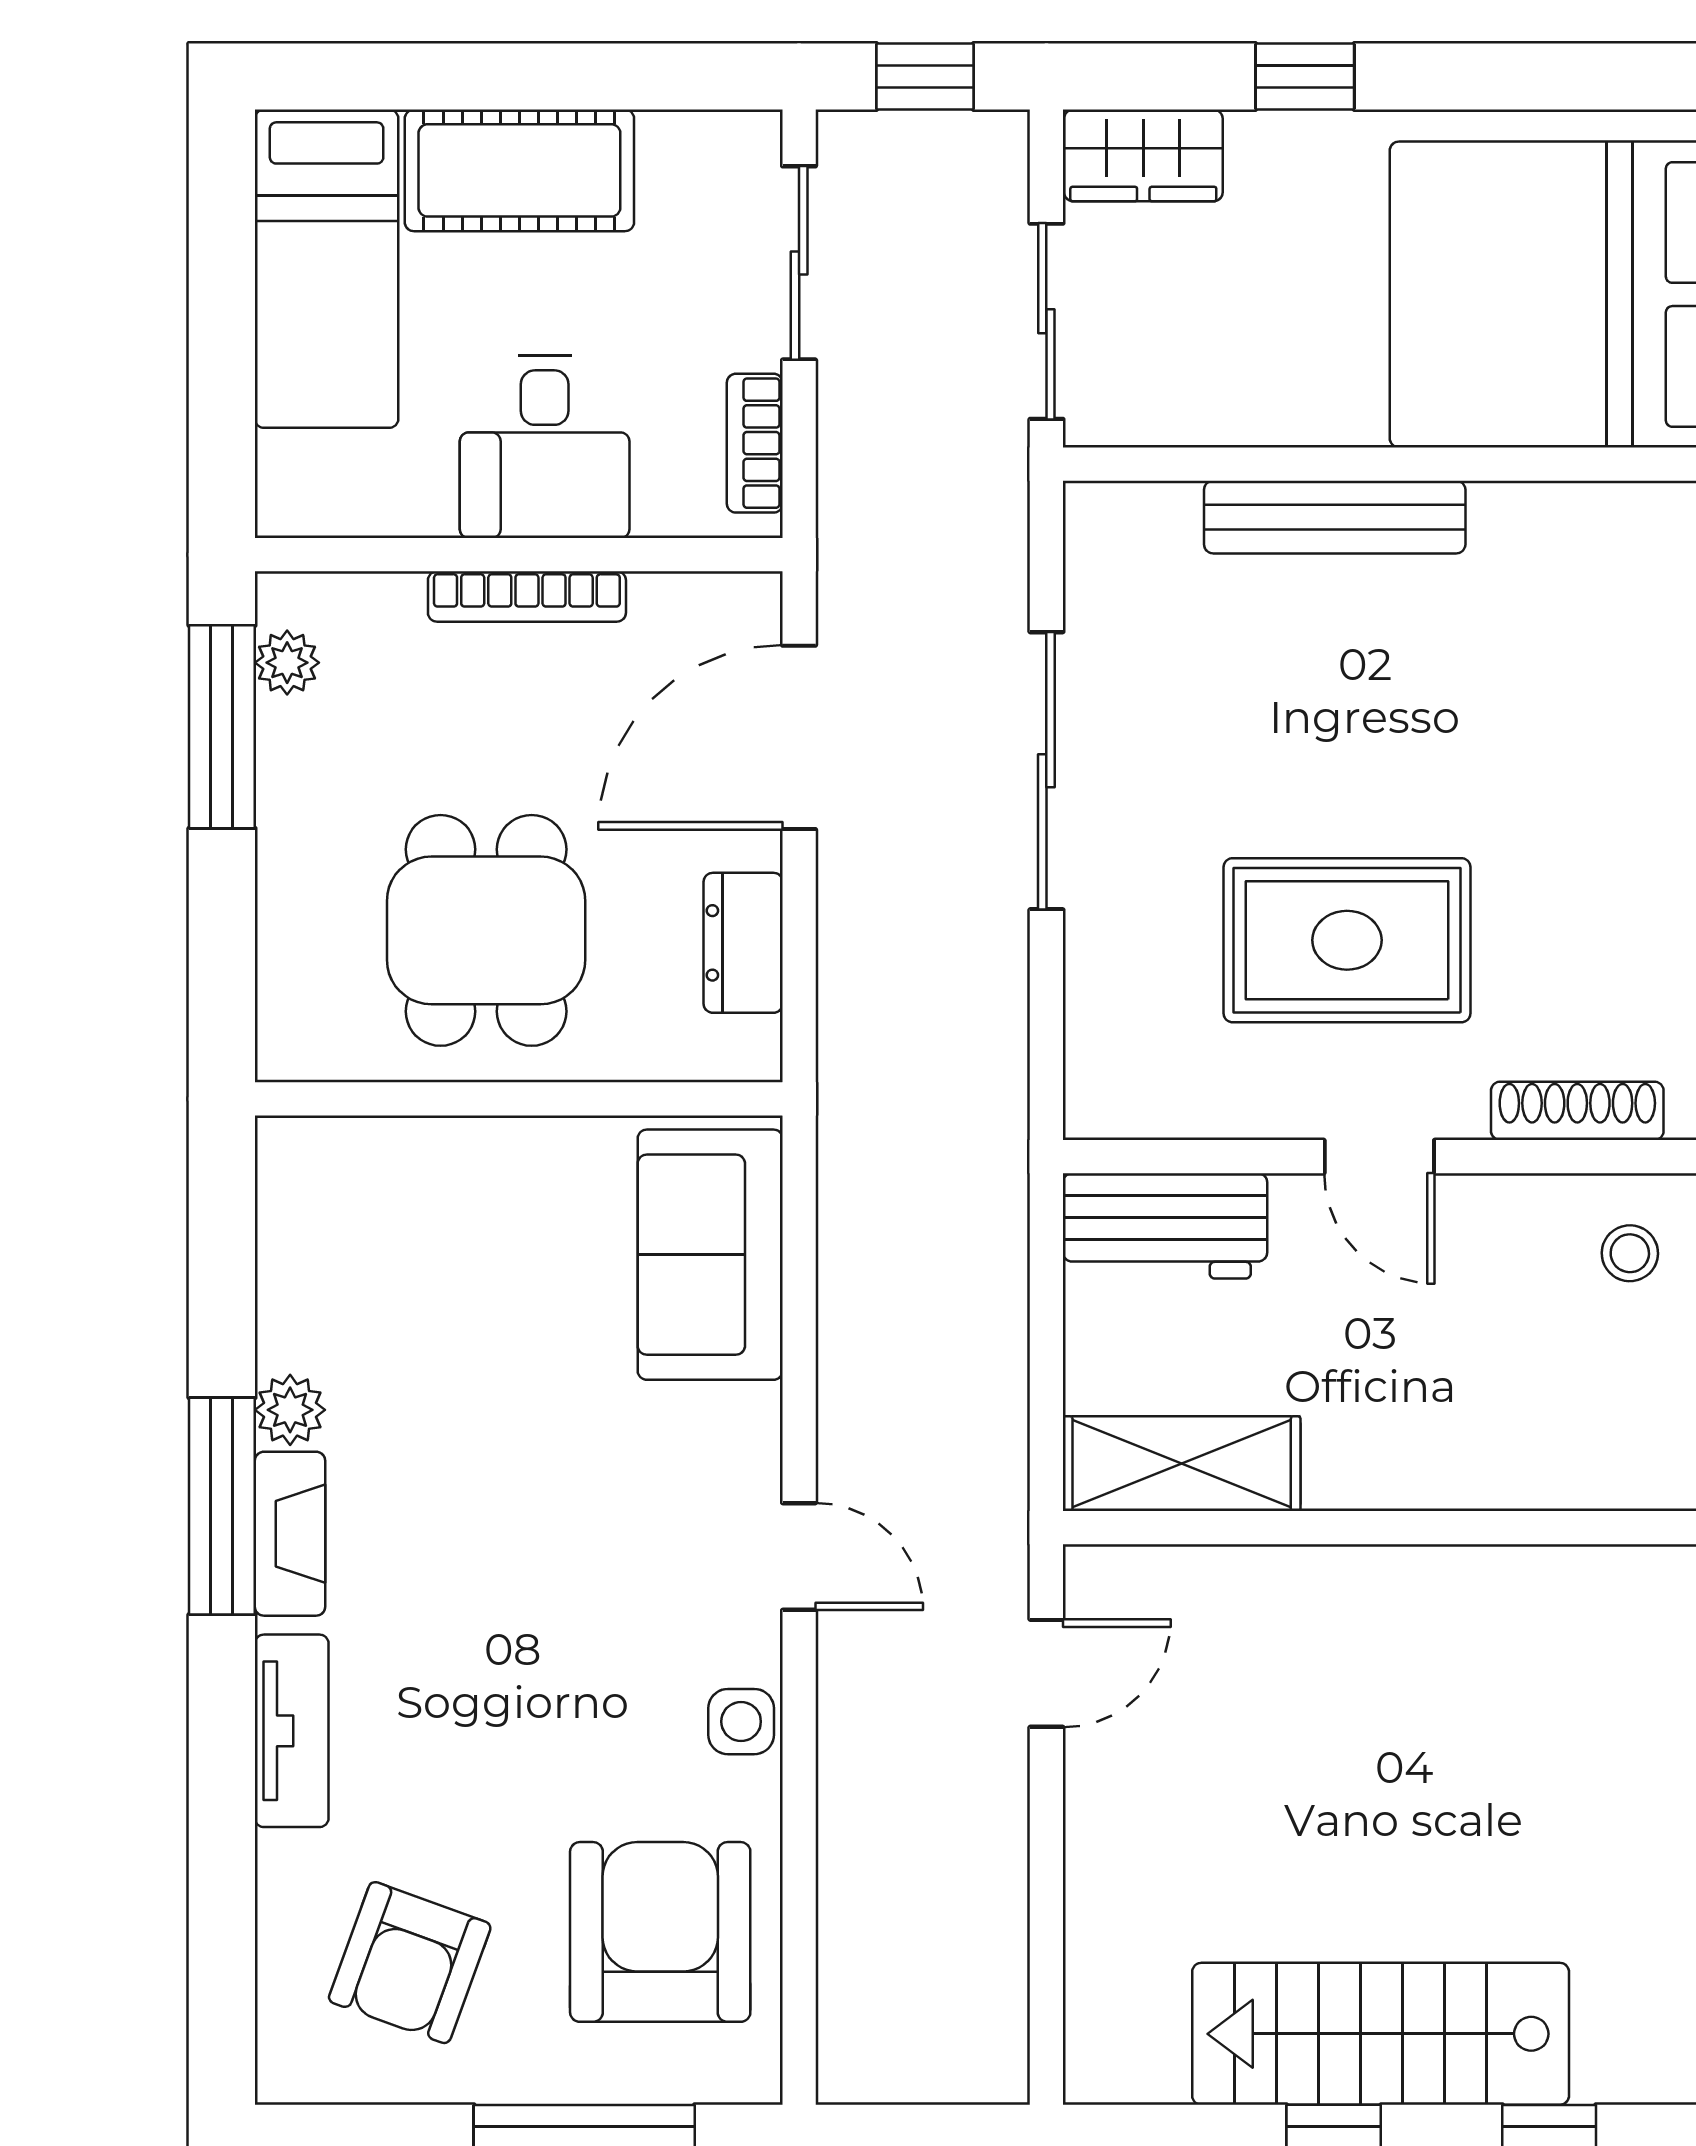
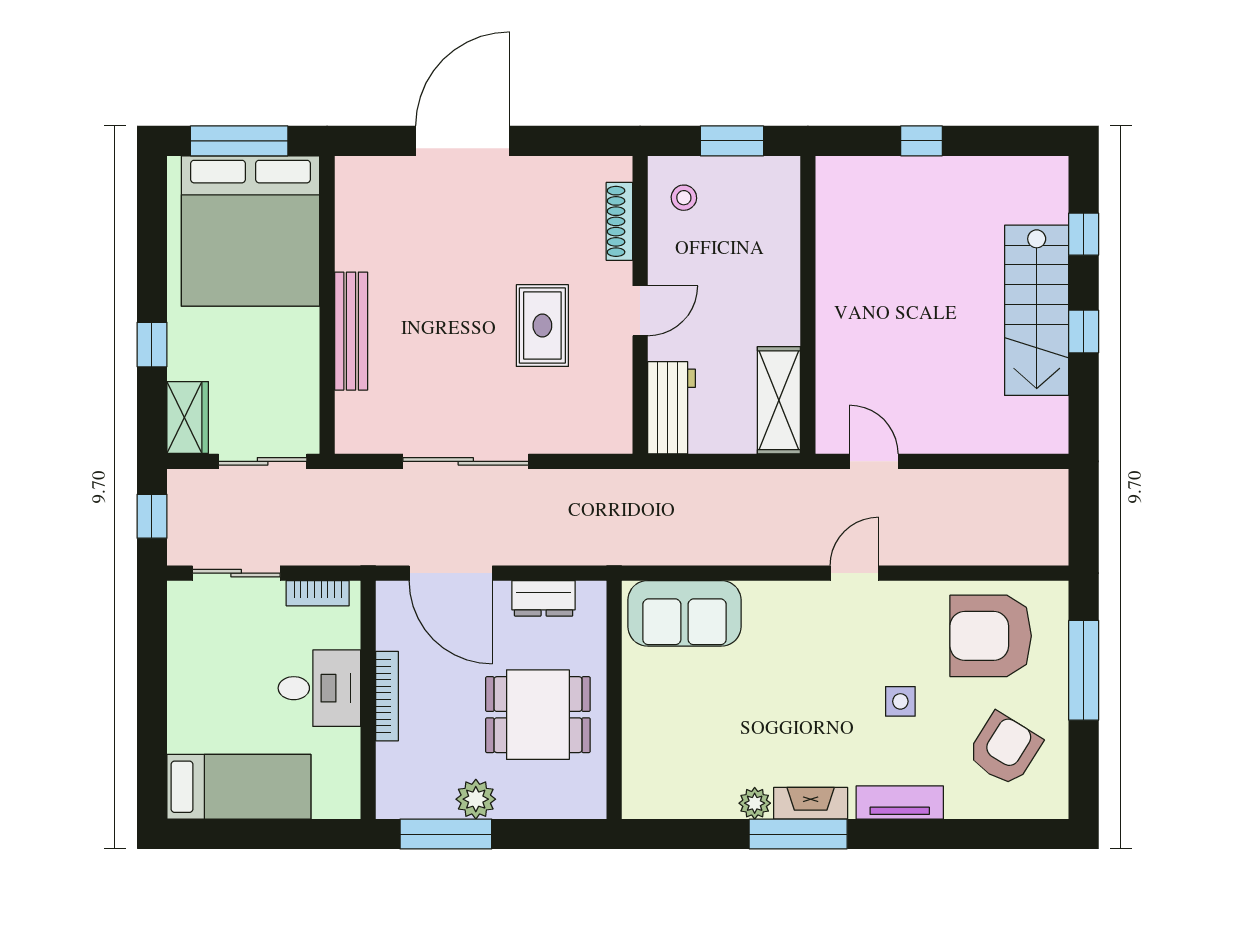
cot: (519, 170) -> (194, 700), removed
plant: (287, 663) -> (476, 799), moved, width x1.38, depth x1.38
rug: (1347, 940) -> (542, 326), width x0.73, depth x0.70
door: (799, 1556) -> (854, 573), moved
side table: (741, 1722) -> (900, 701), moved
armchair: (410, 1963) -> (1004, 749), turned -78

